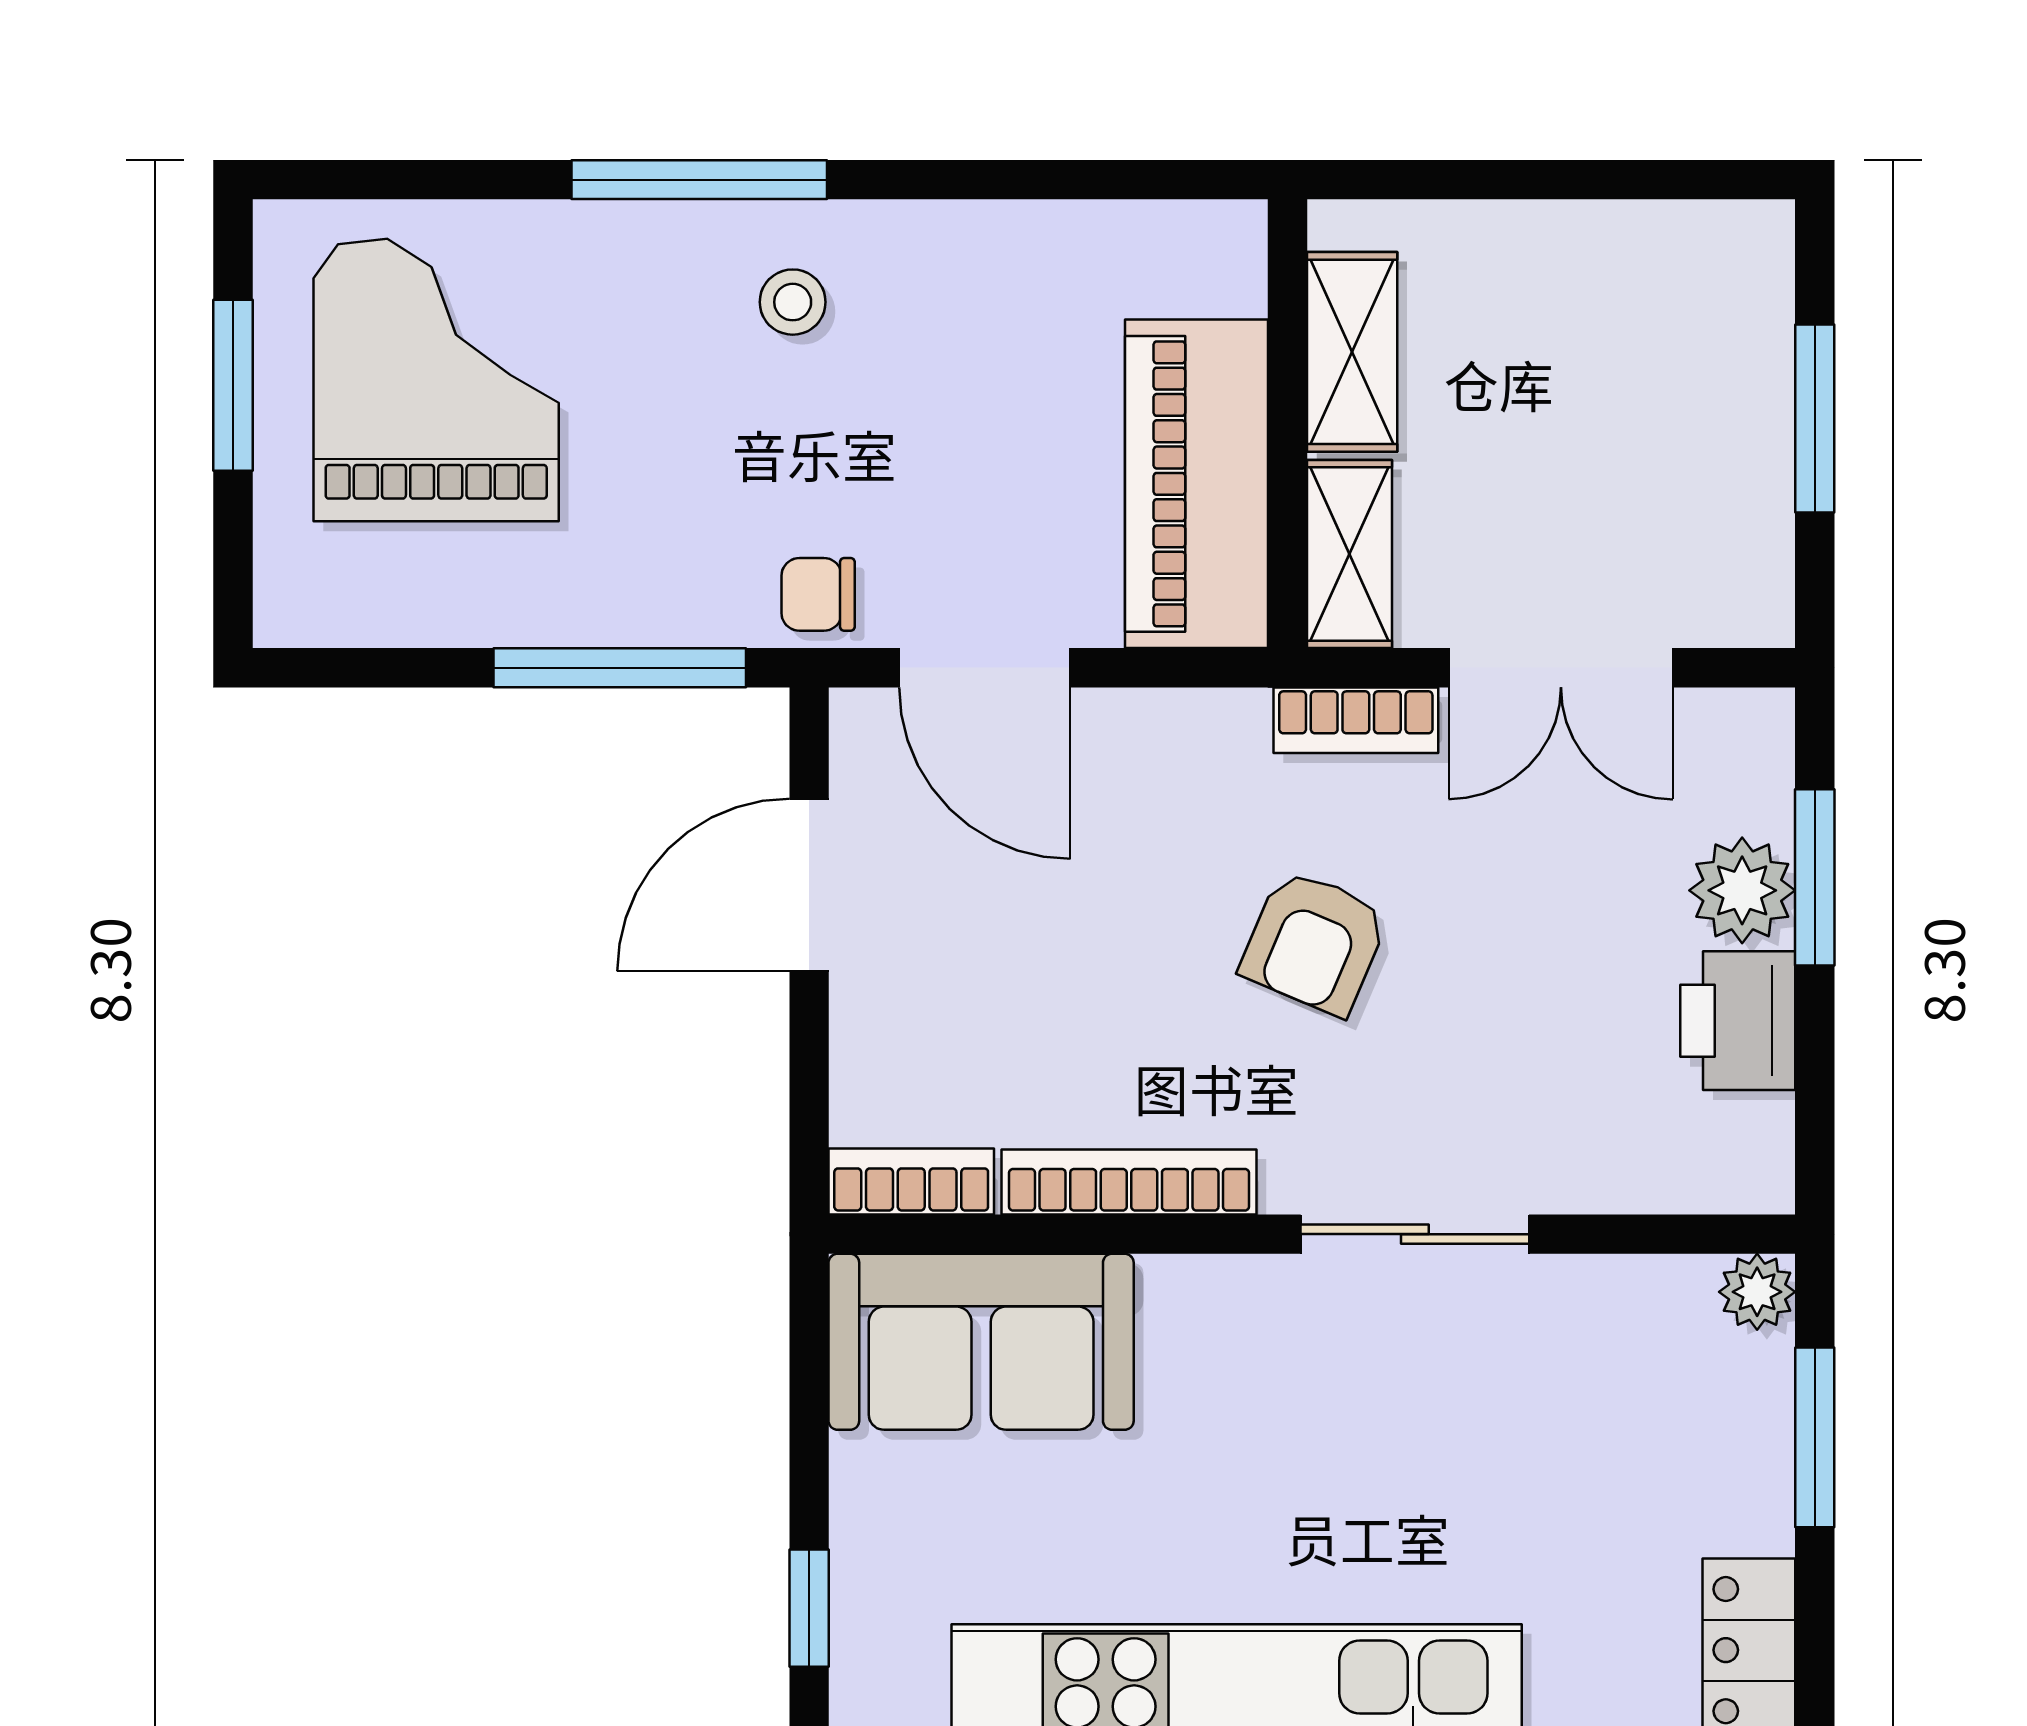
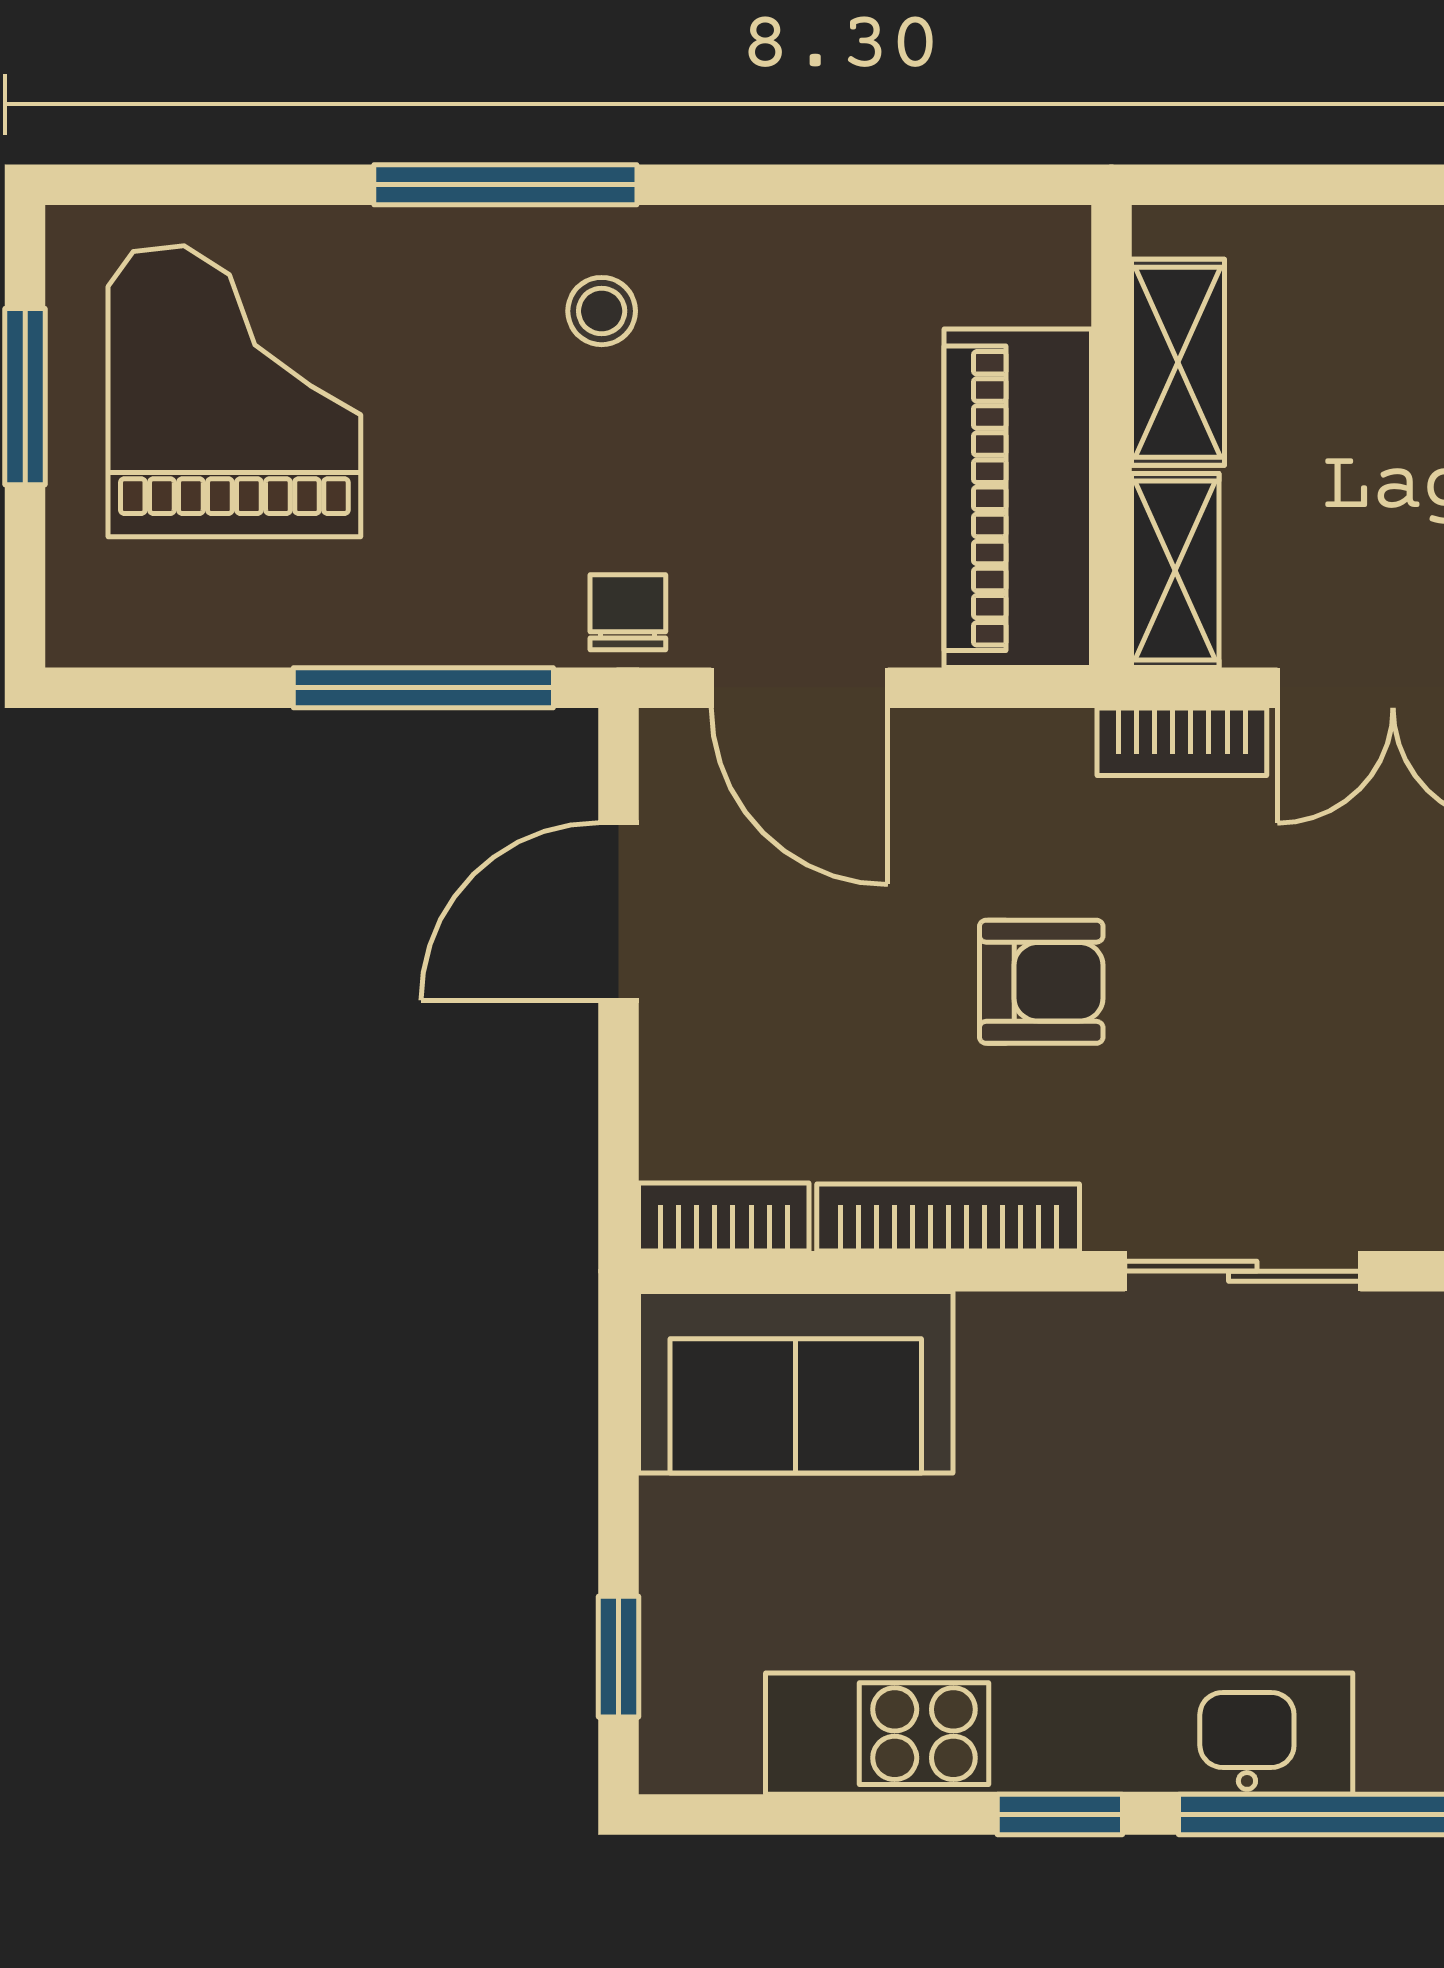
chair: (818, 594) -> (628, 612), turned 90
armchair: (1314, 942) -> (1041, 982), moved, turned -113

